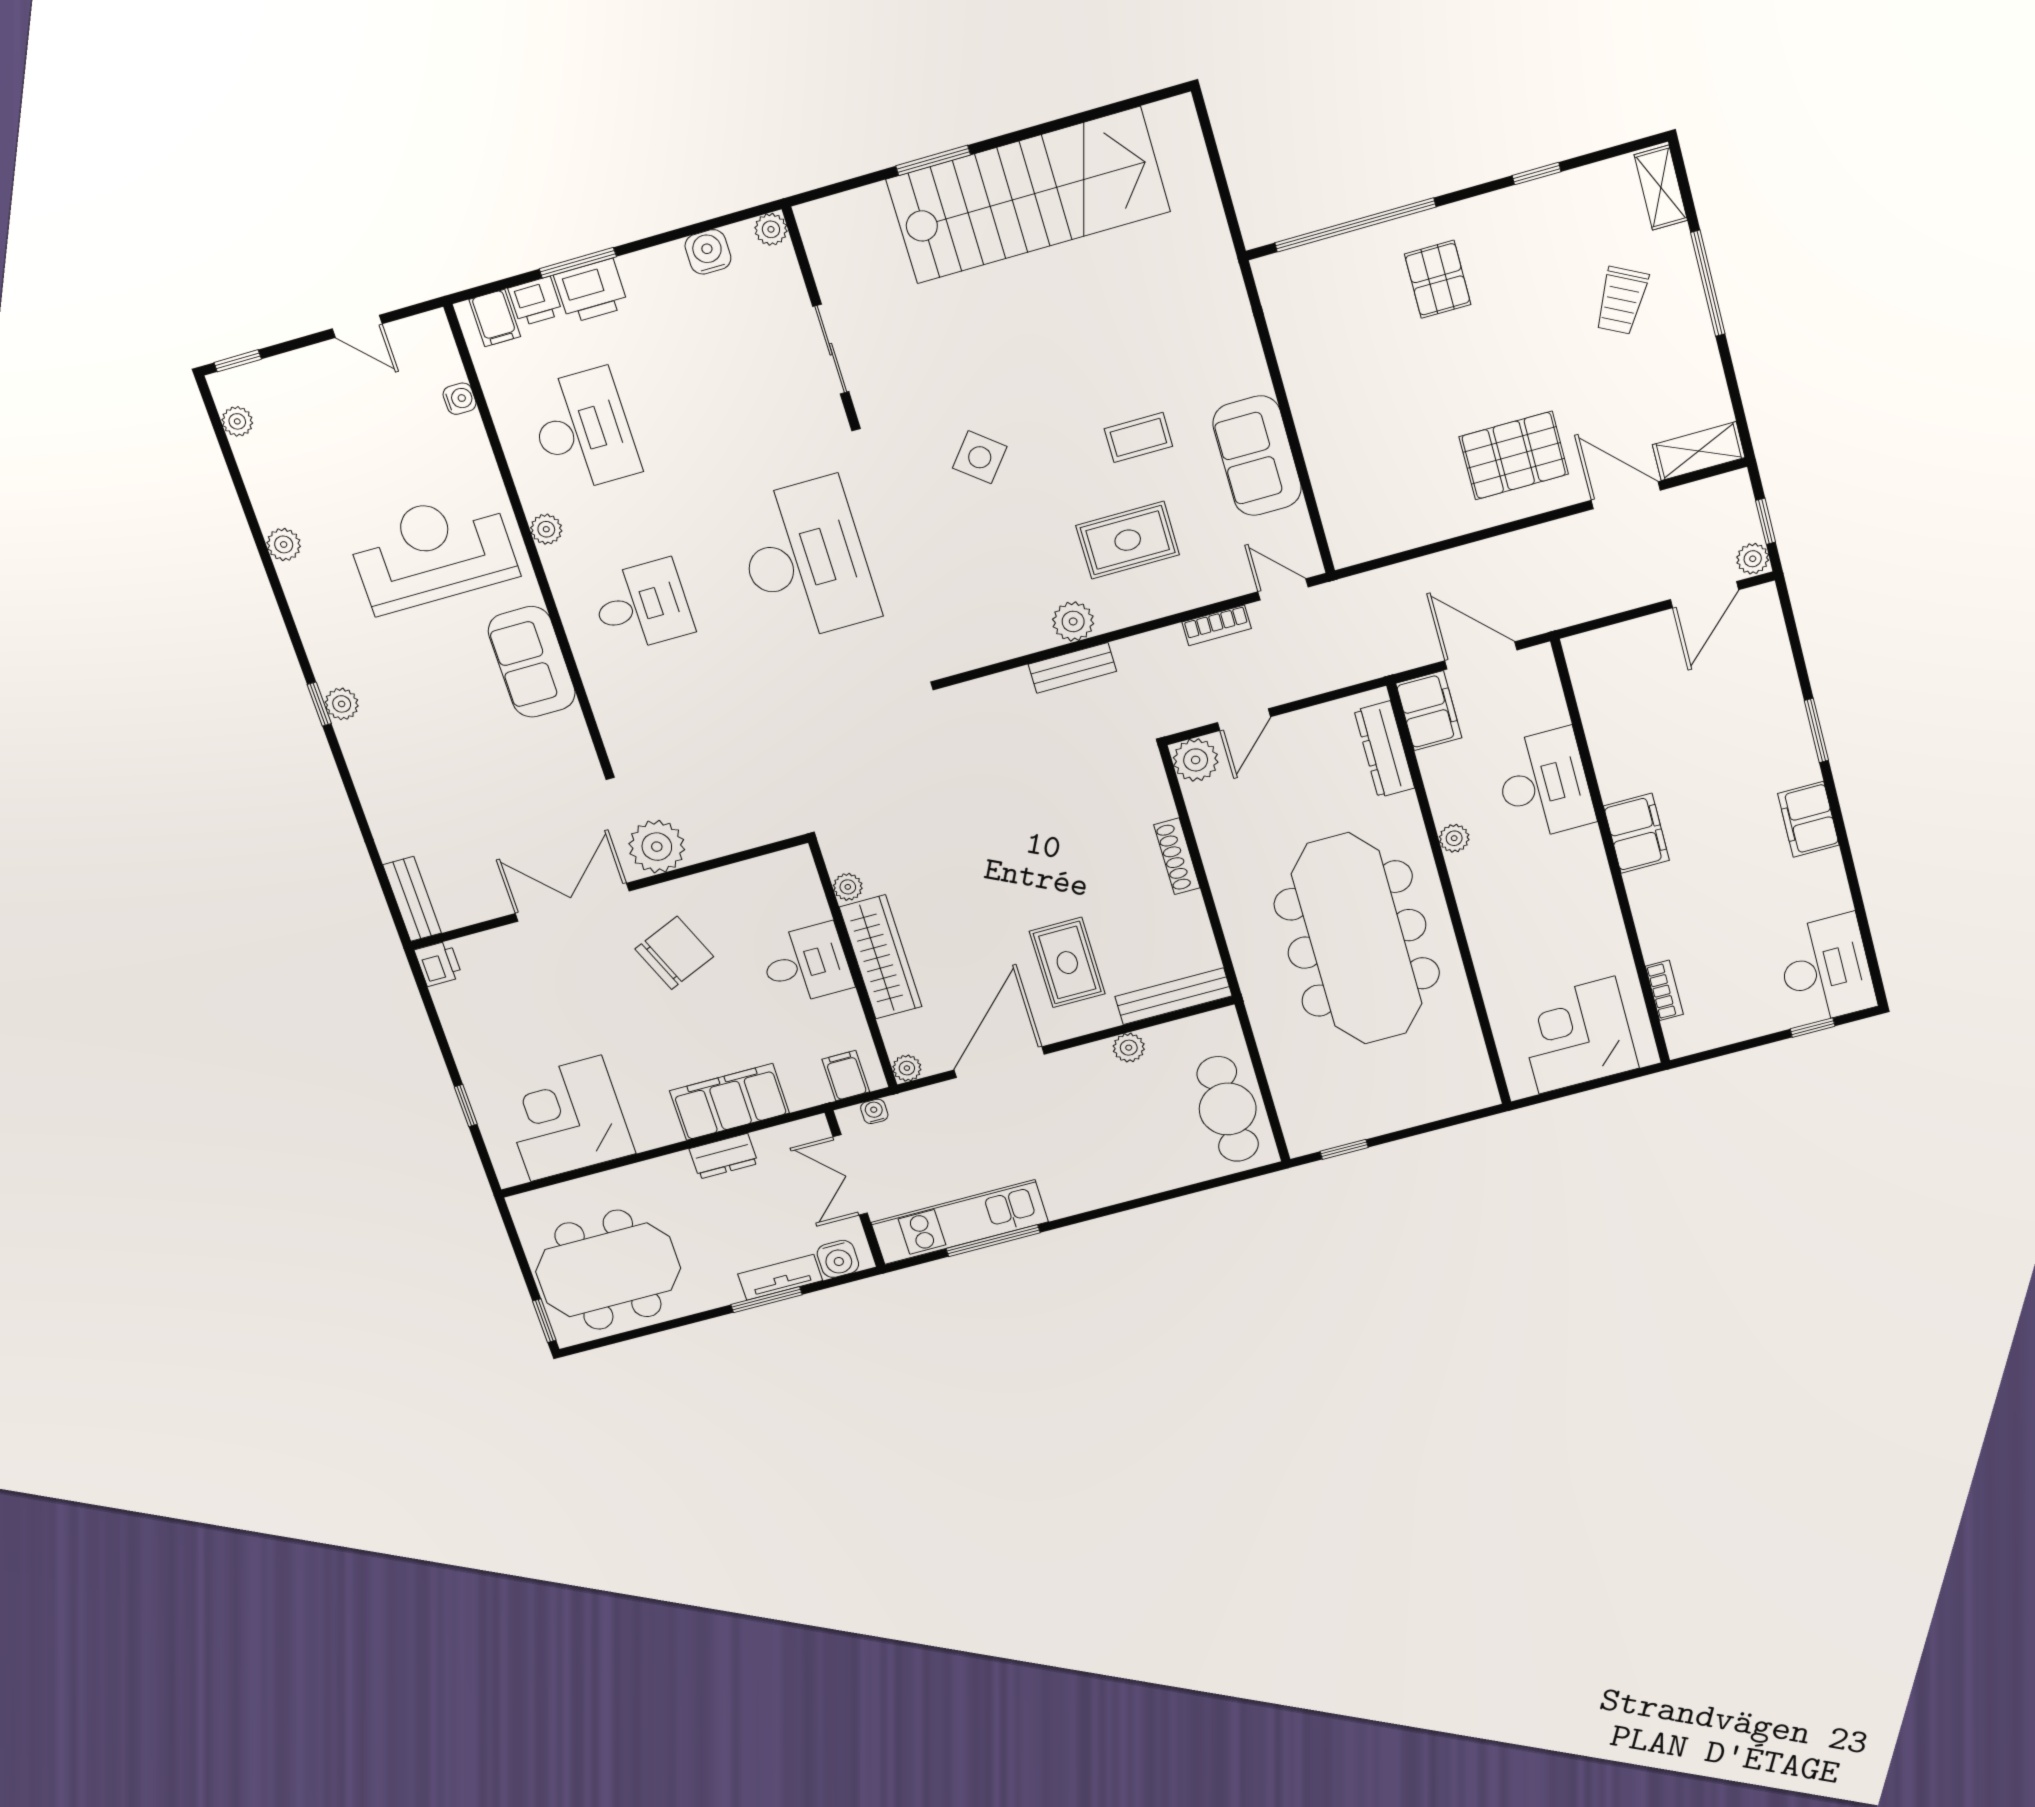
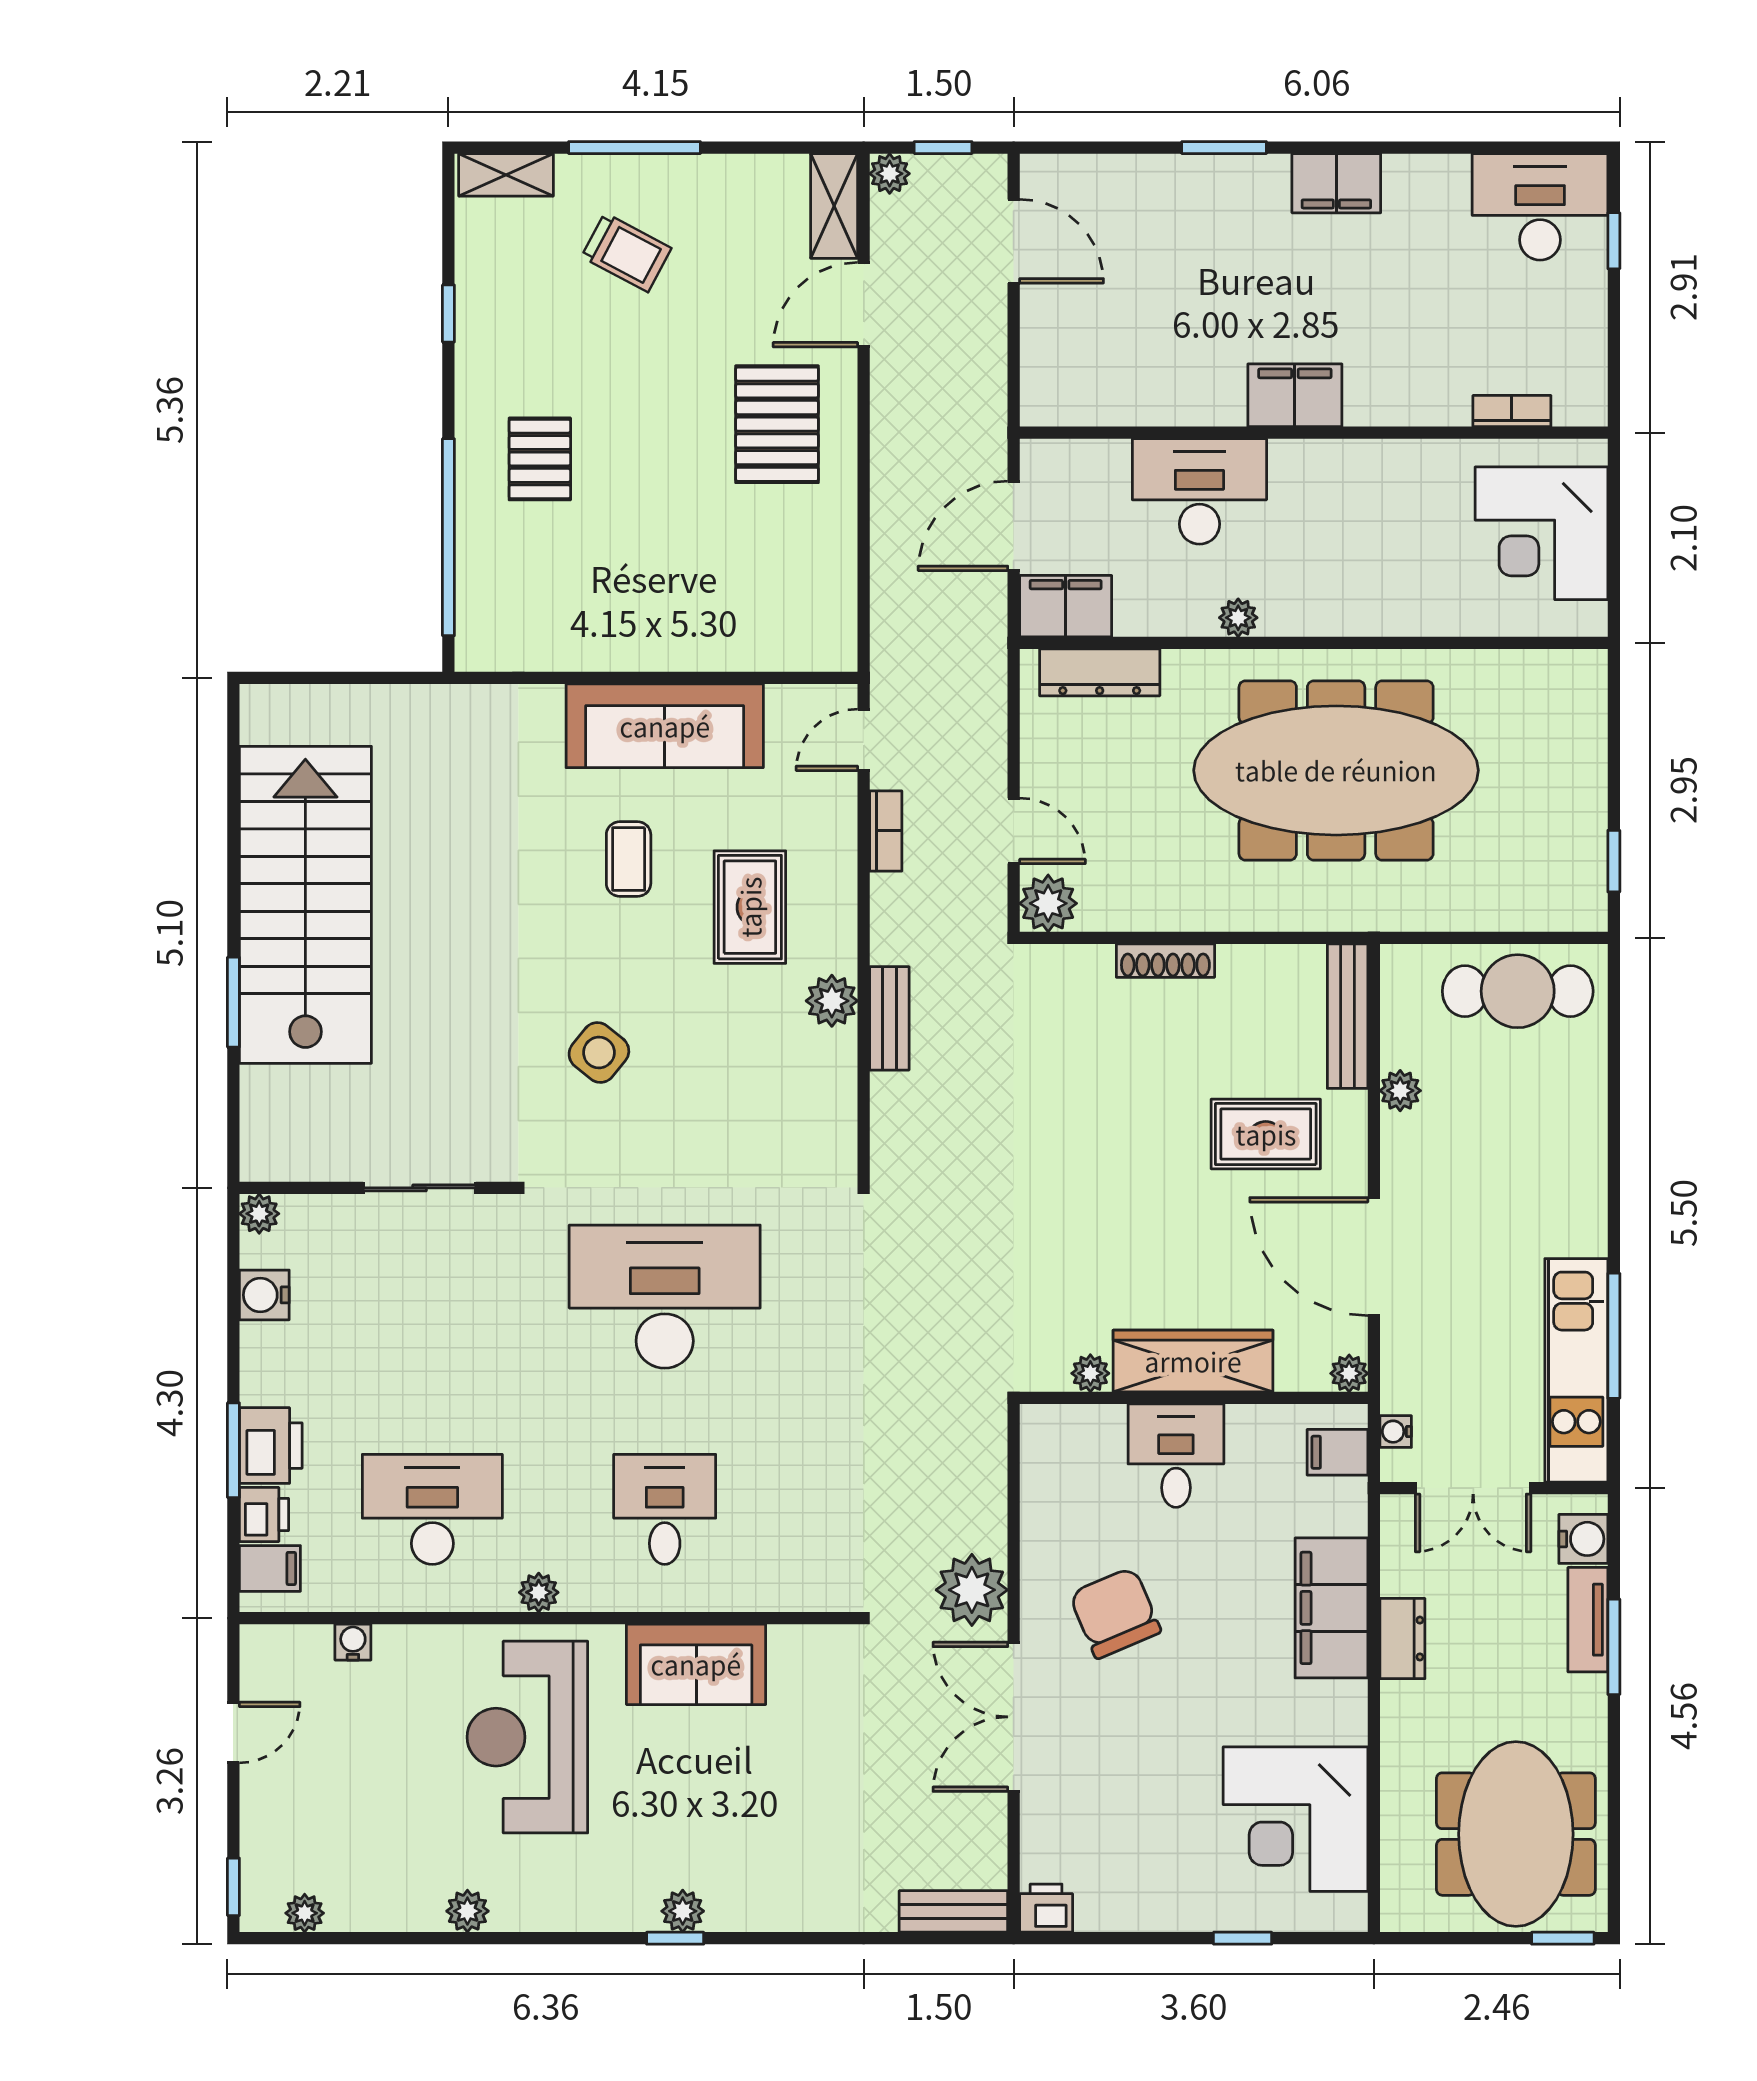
pallet: (1438, 279) -> (540, 459), turned 90
sofa: (1257, 456) -> (665, 726), width x1.36
plant: (1753, 559) -> (890, 174), moved

